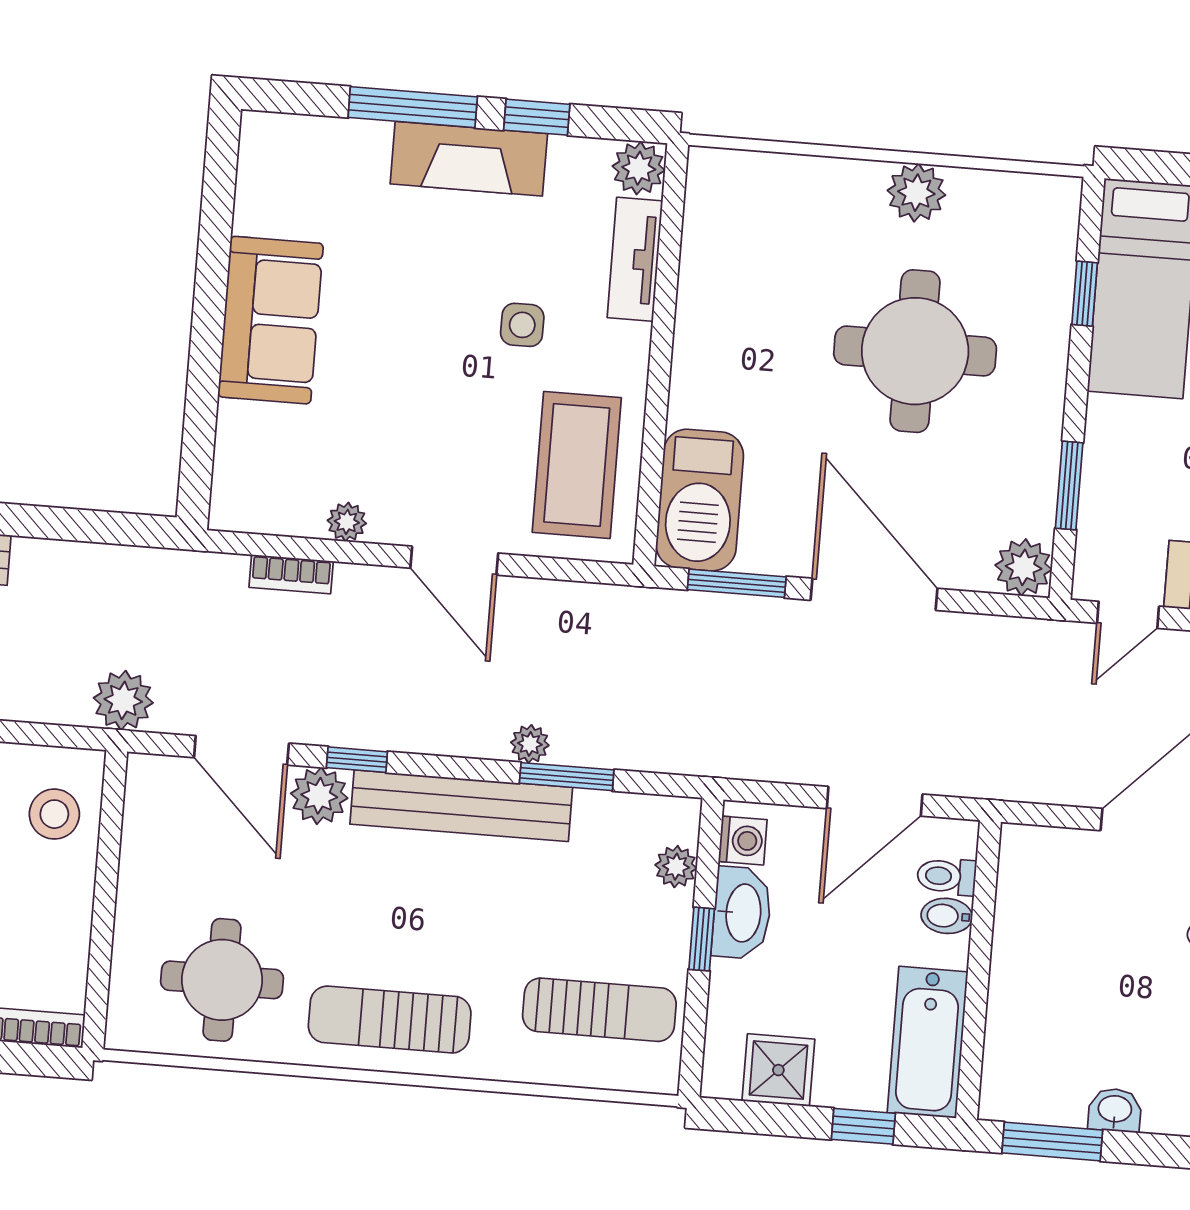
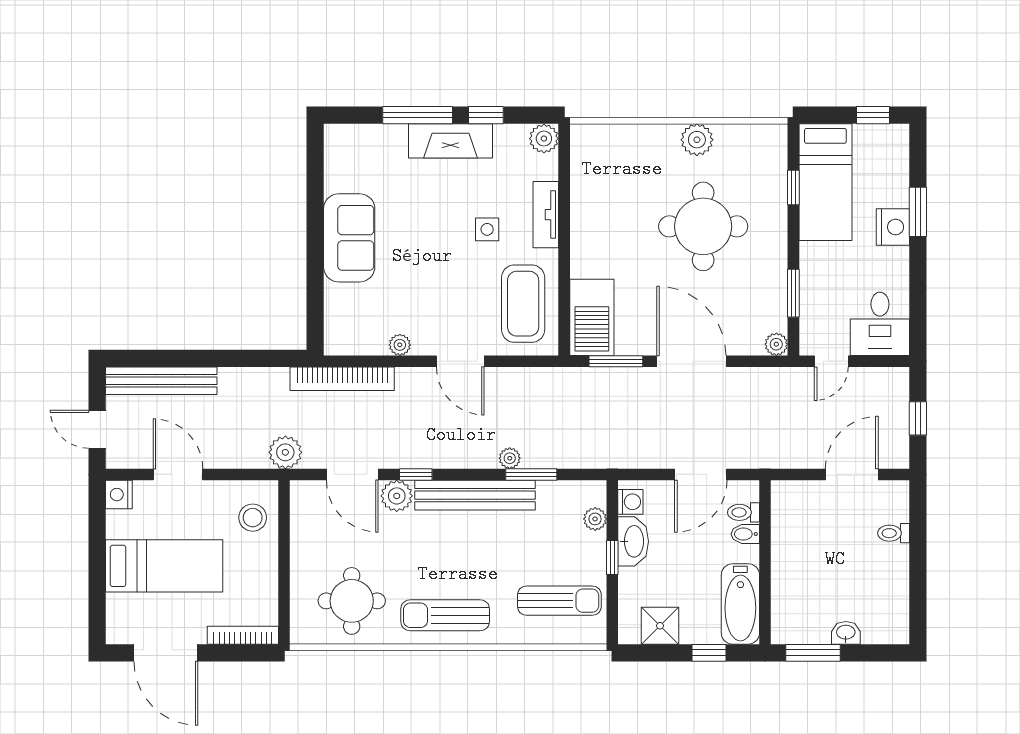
tv unit: (635, 259) -> (546, 215), moved
plant: (1024, 567) -> (776, 344), width x0.73, depth x0.73
bookcase: (291, 574) -> (342, 379), width x2.31, depth x1.31

